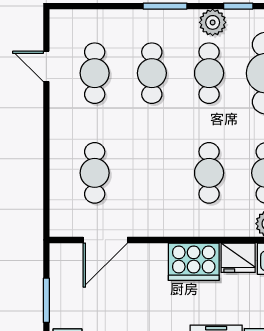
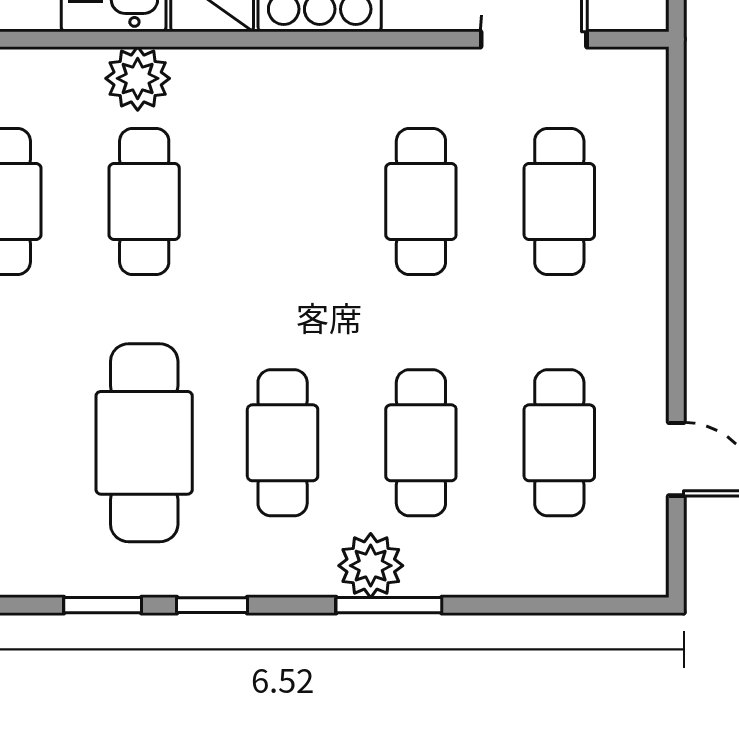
plant: (213, 22) -> (371, 566), moved
cafe table: (209, 173) -> (421, 201), moved

